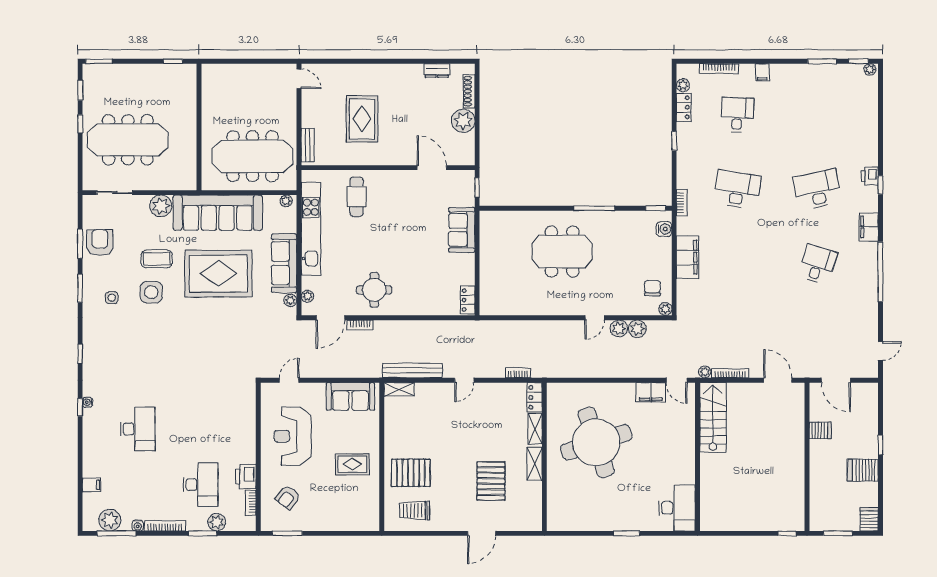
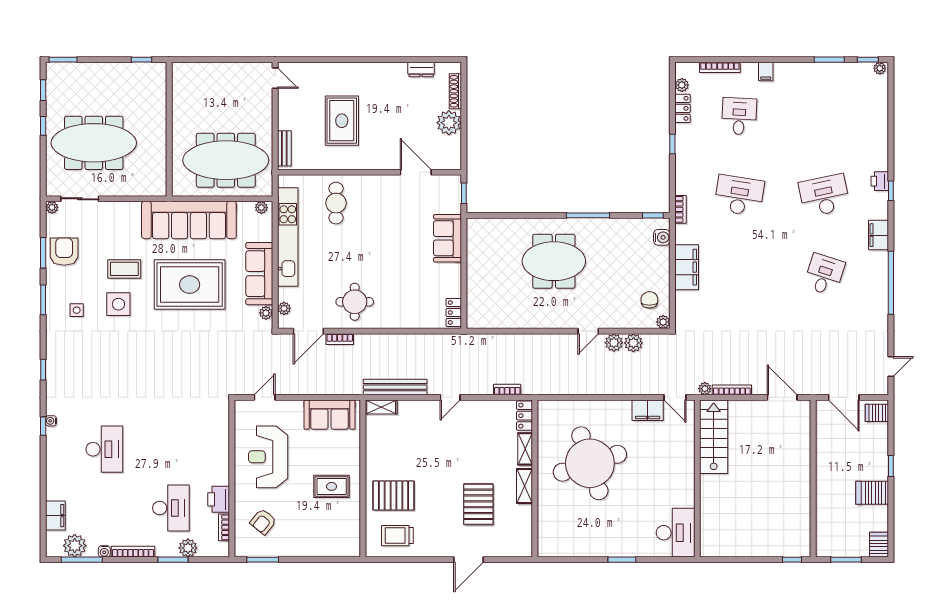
plant: (161, 206) -> (52, 207), moved, width x0.53, depth x0.53
server rack: (820, 430) -> (877, 413), moved, turned 180
filing cabinet: (92, 485) -> (55, 516), width x2.00

